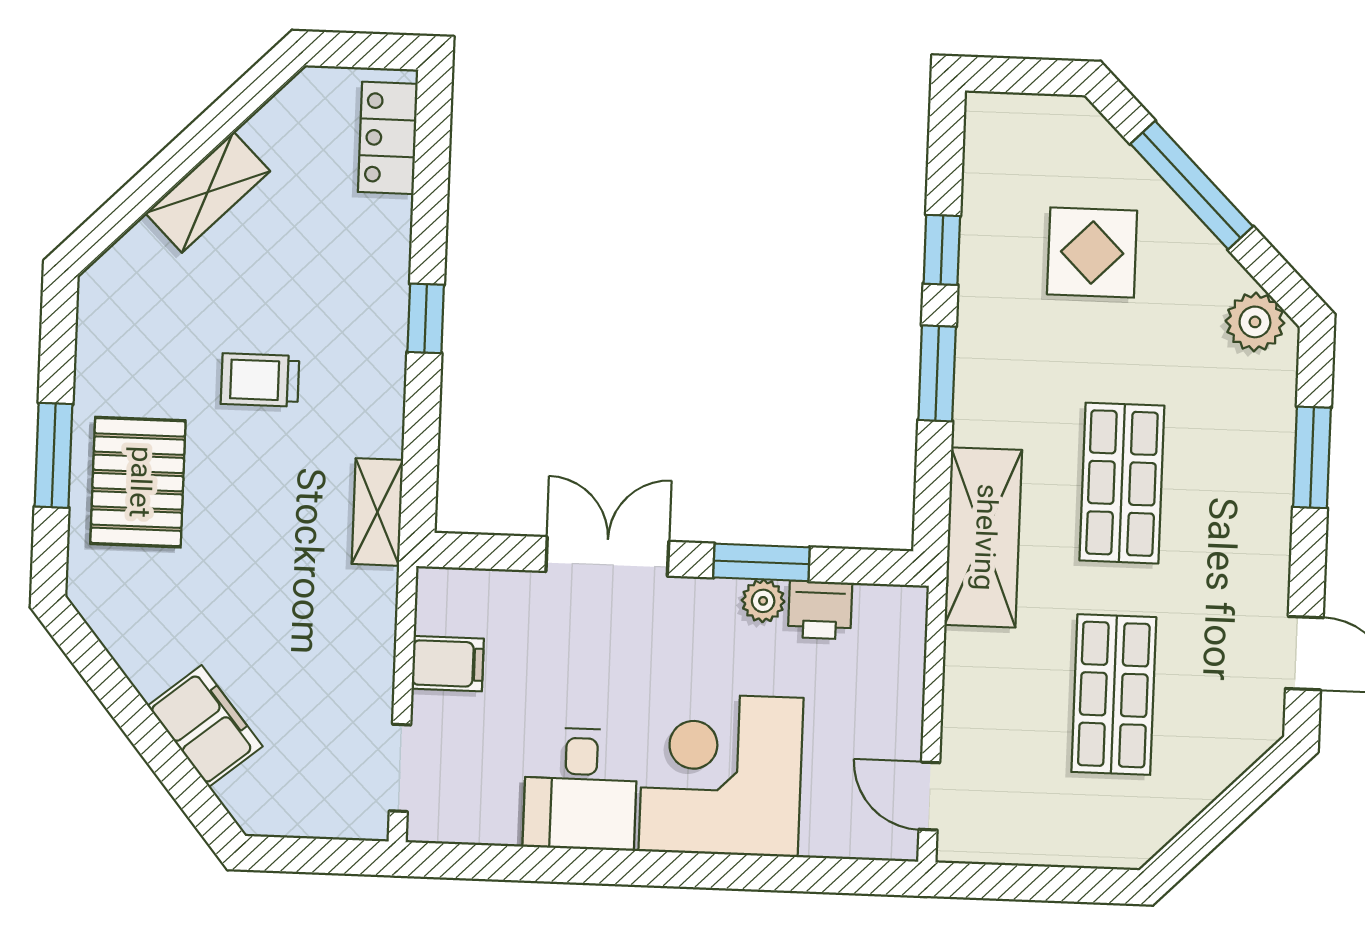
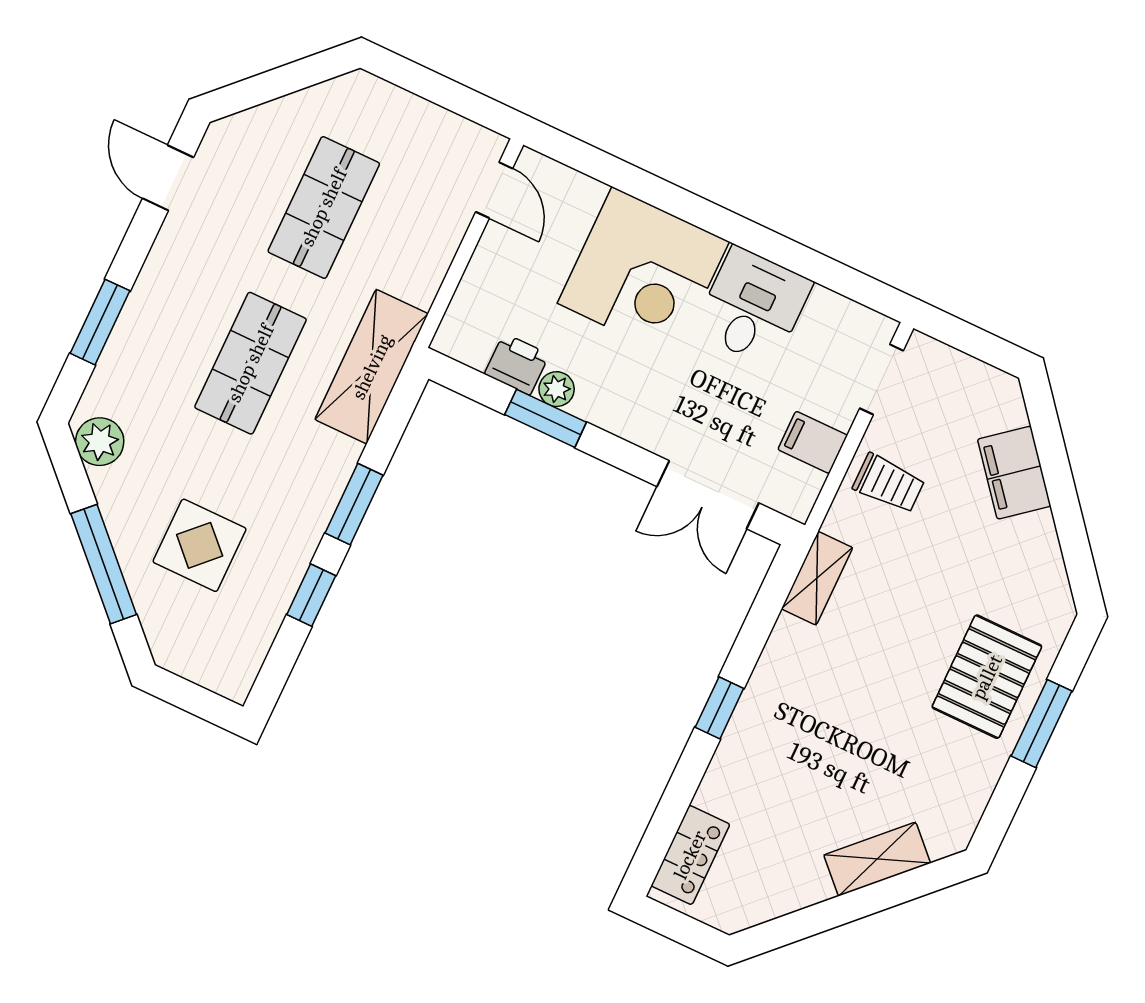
shelving: (208, 192) -> (877, 859), moved
trolley: (260, 380) -> (889, 483), moved
double door: (607, 556) -> (708, 495), moved

